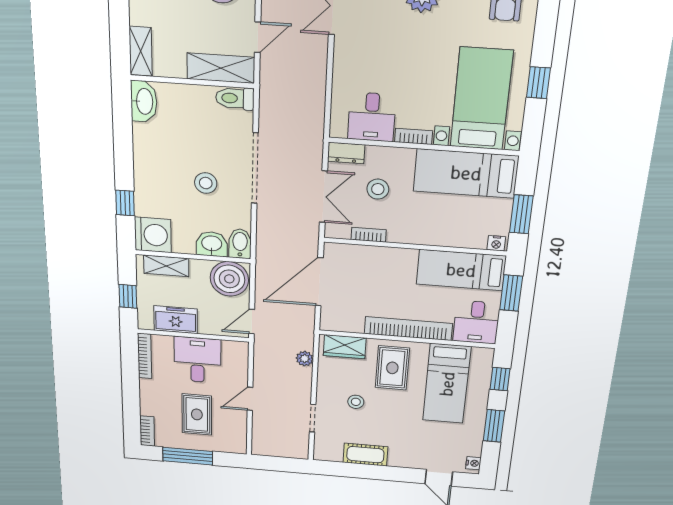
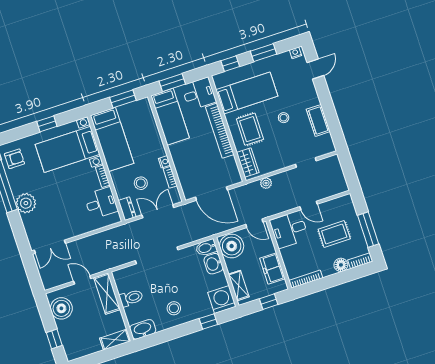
toilet: (235, 98) -> (131, 298), moved, turned -90
stool: (206, 183) -> (174, 308), moved
nightstand: (496, 243) -> (164, 162), moved
desk: (197, 360) -> (289, 230), moved
rug: (392, 368) -> (250, 129), turned 90
stool: (356, 402) -> (284, 118), moved
floor lamp: (150, 406) -> (341, 265), added

